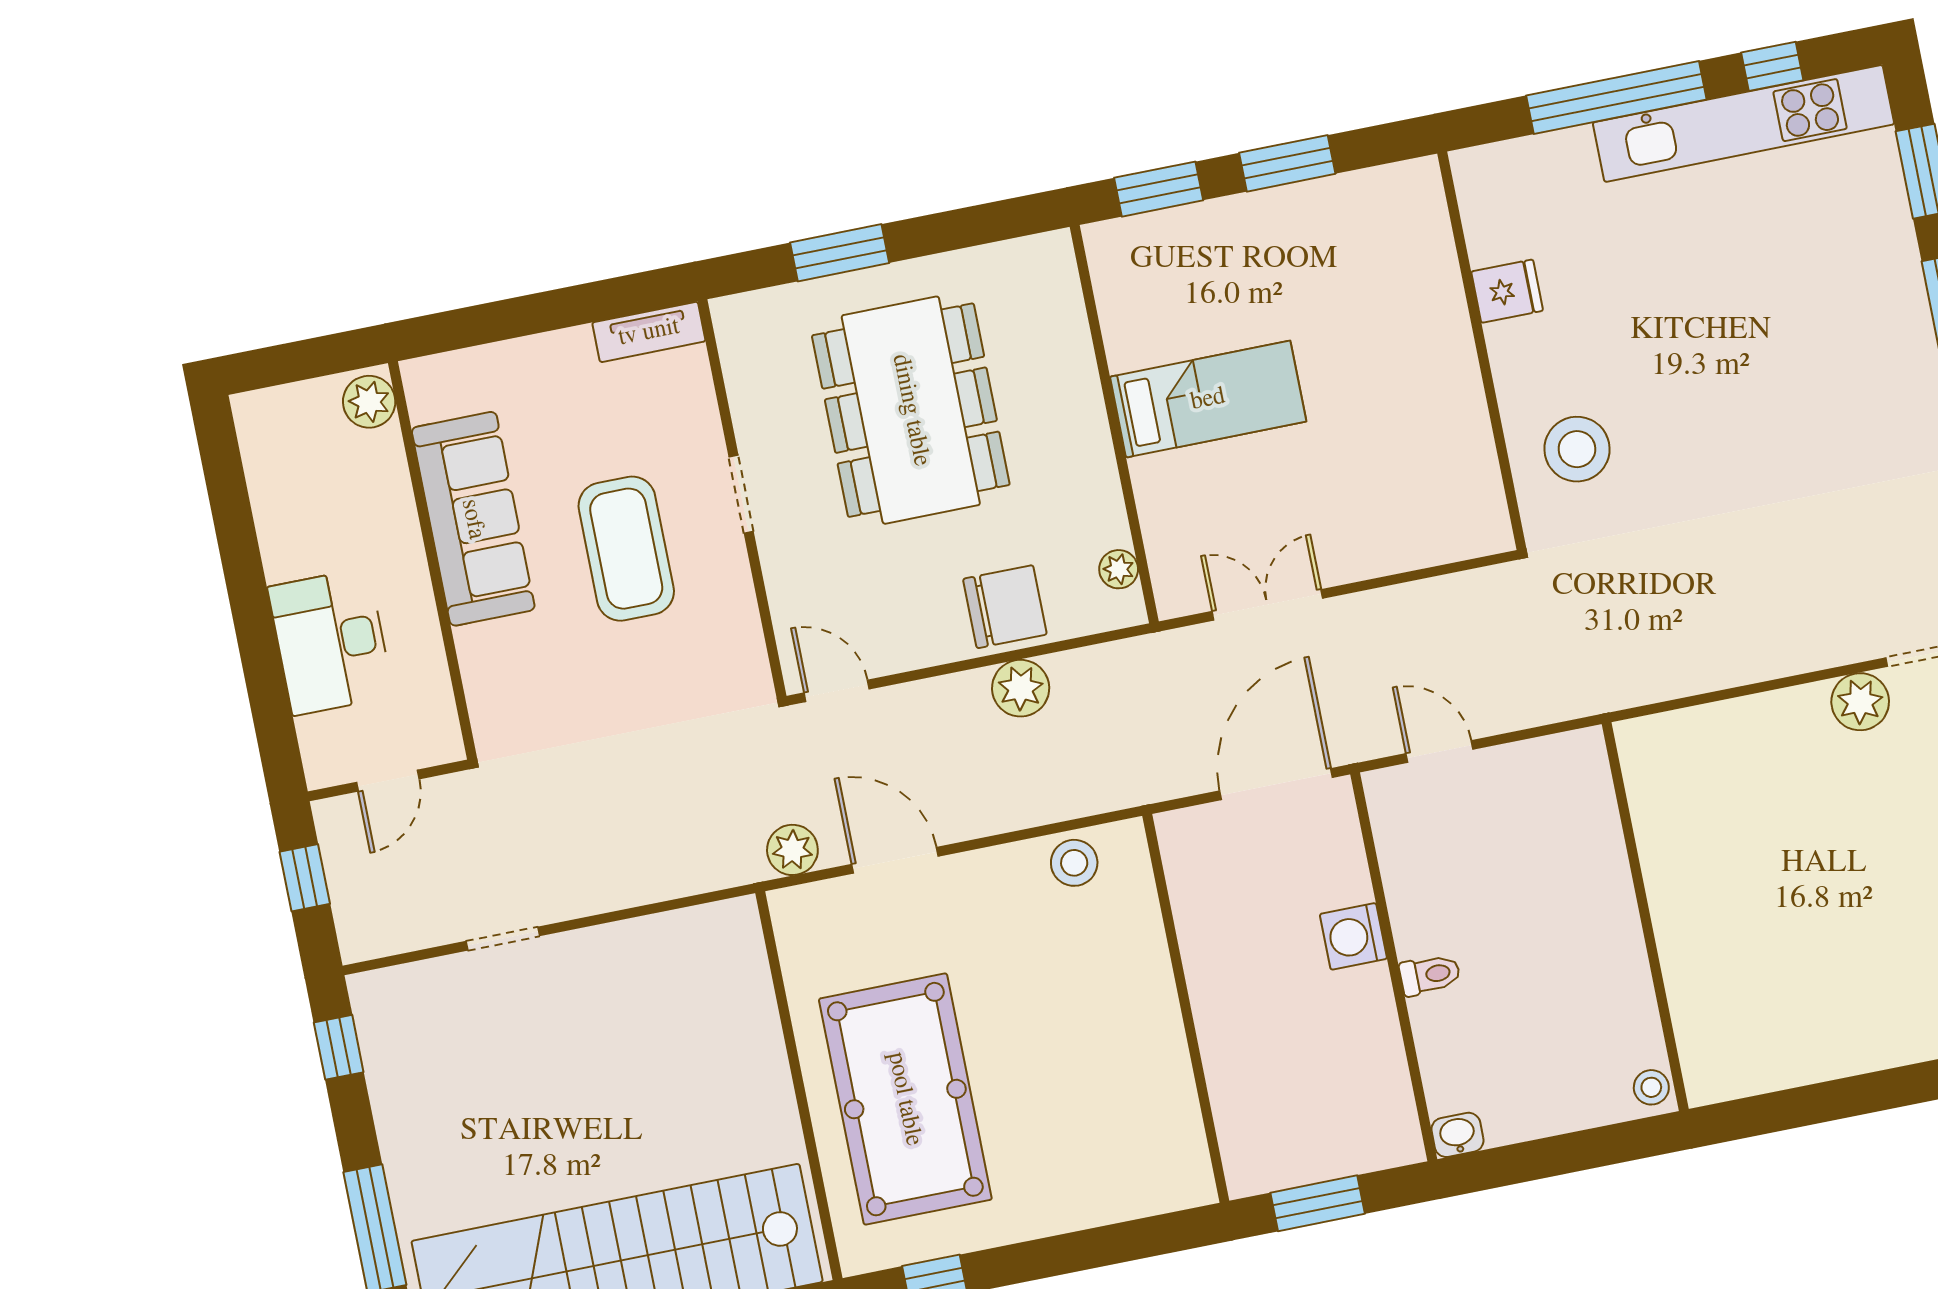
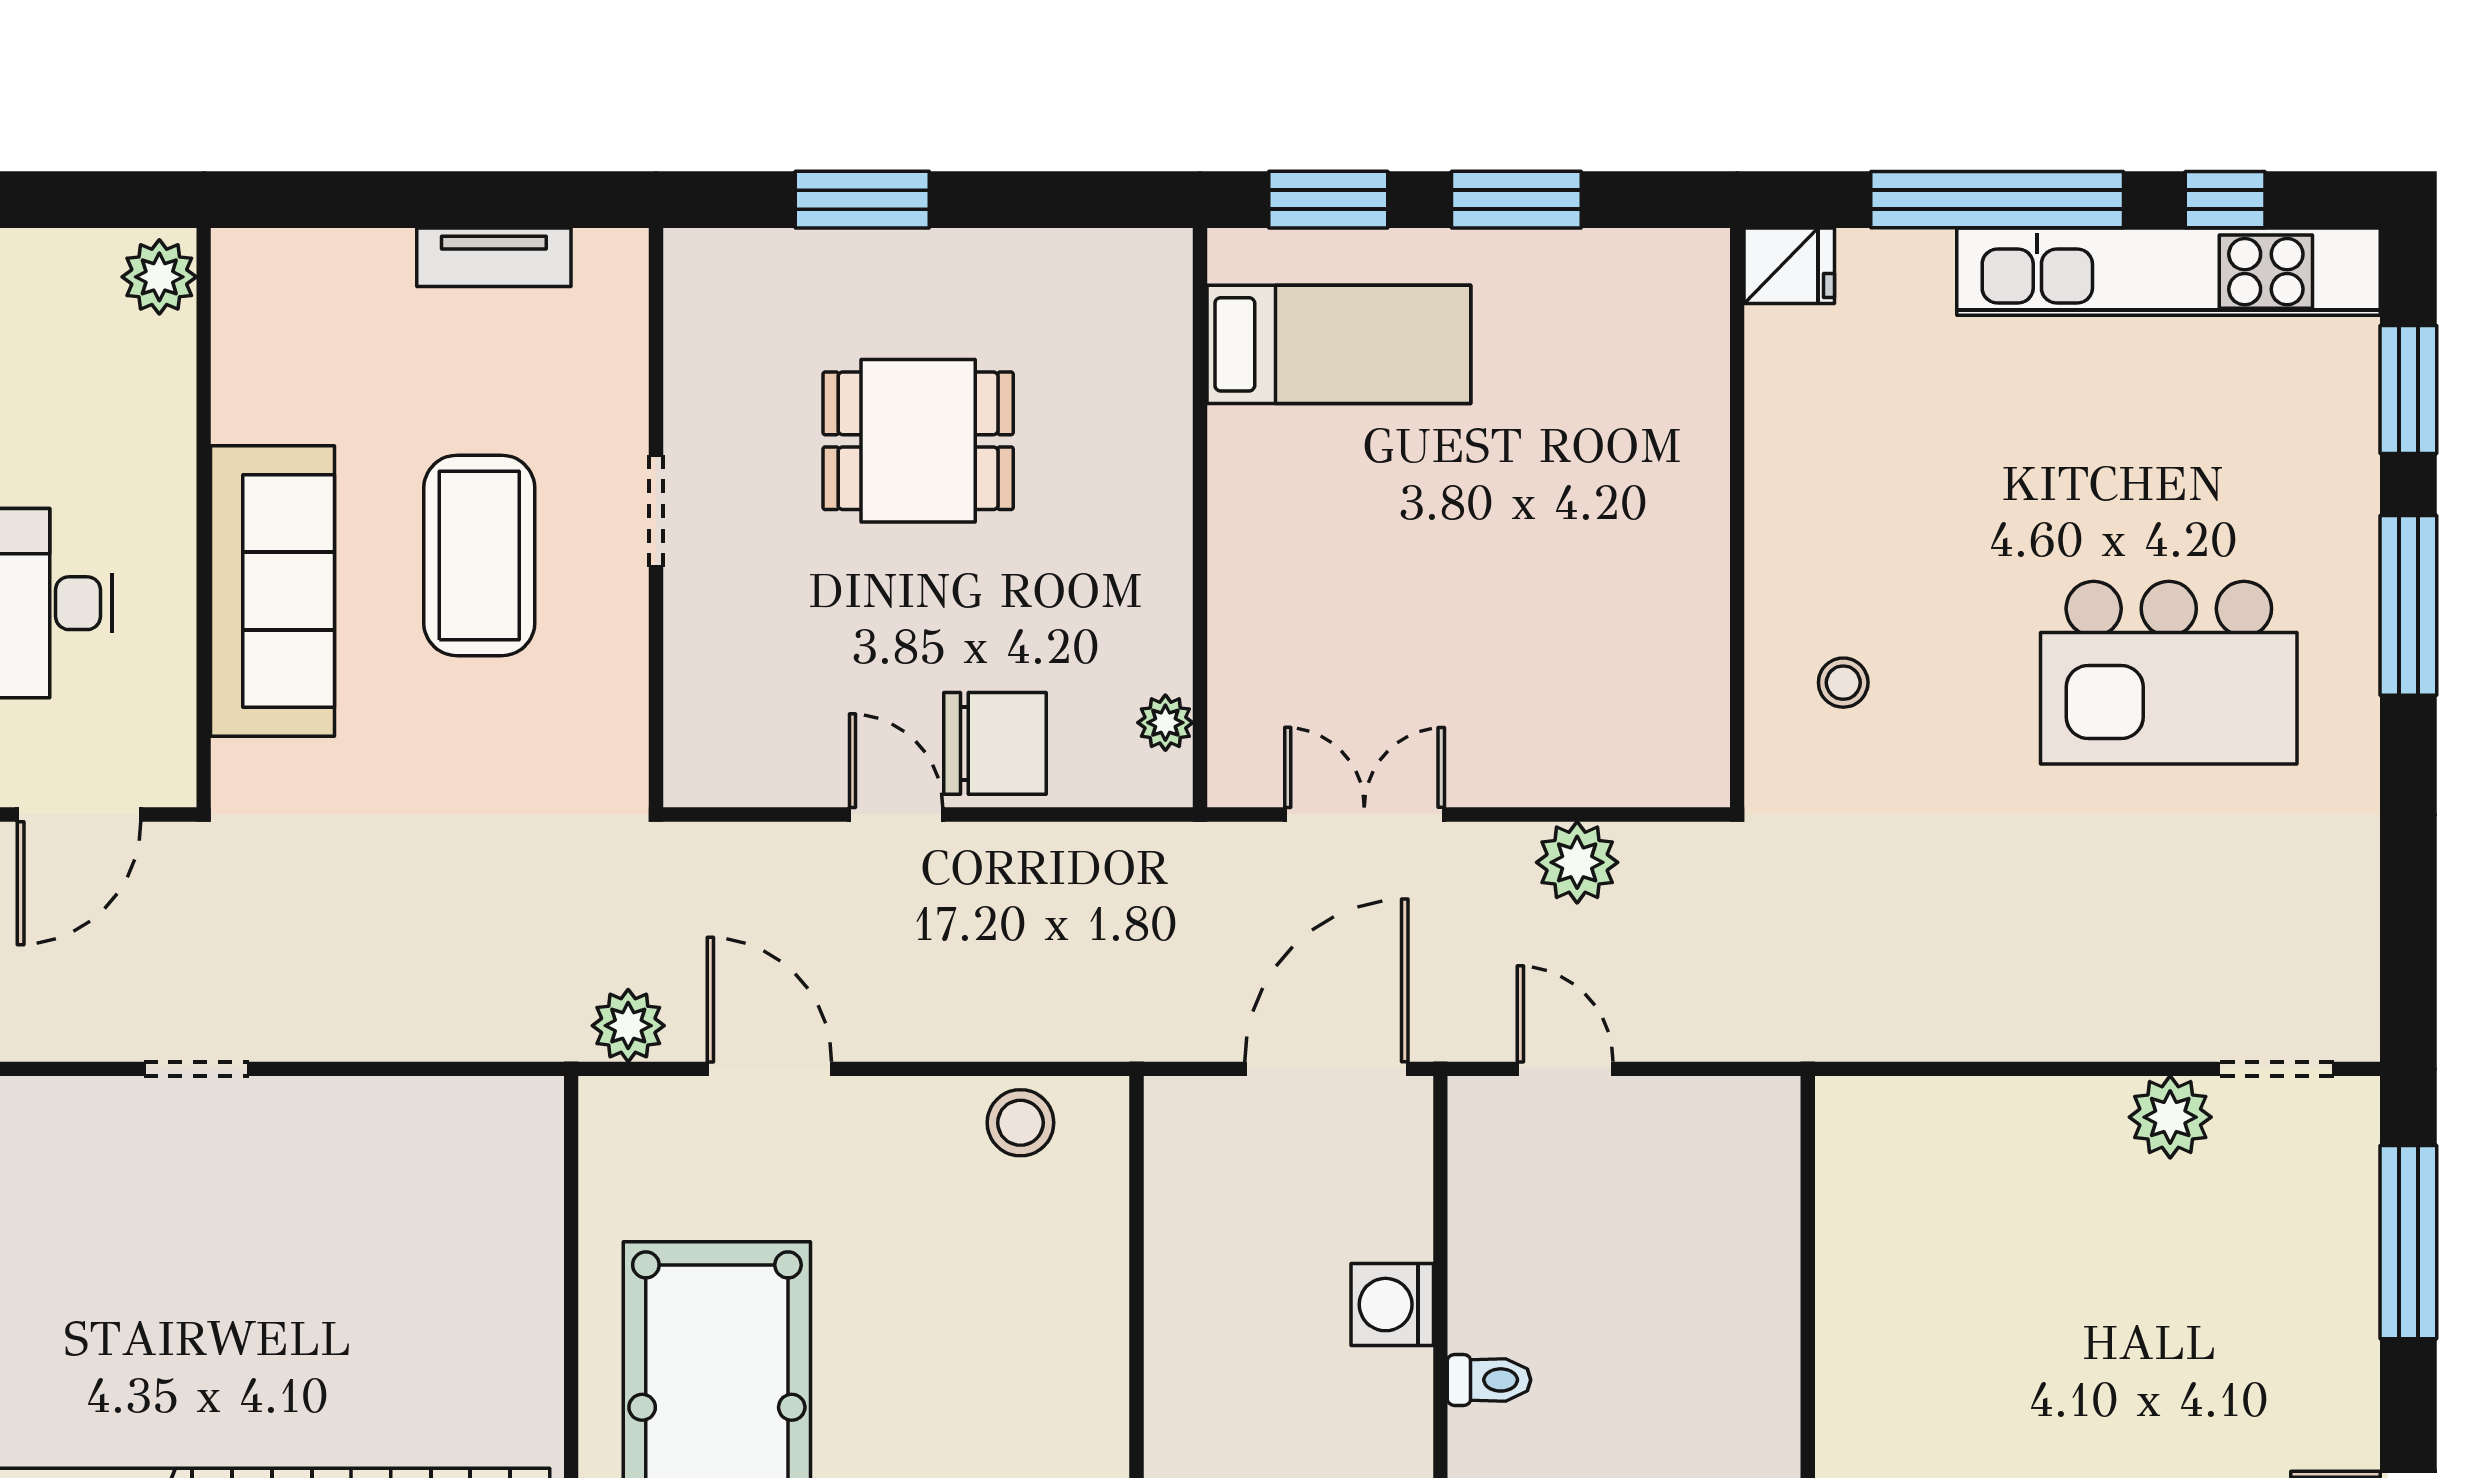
fridge: (1507, 291) -> (1789, 266), moved
tv unit: (649, 332) -> (494, 257), moved
kitchen island: (1798, 398) -> (2169, 673), added
bed: (1208, 399) -> (1339, 344), moved
dining table: (911, 410) -> (918, 441), width x0.53, depth x0.80
stool: (1577, 449) -> (1843, 683), width x0.53, depth x0.53
sofa: (473, 519) -> (273, 591), moved
plant: (1021, 688) -> (1577, 862), moved
door: (837, 691) -> (896, 814), moved
door: (388, 781) -> (79, 814), width x1.38

